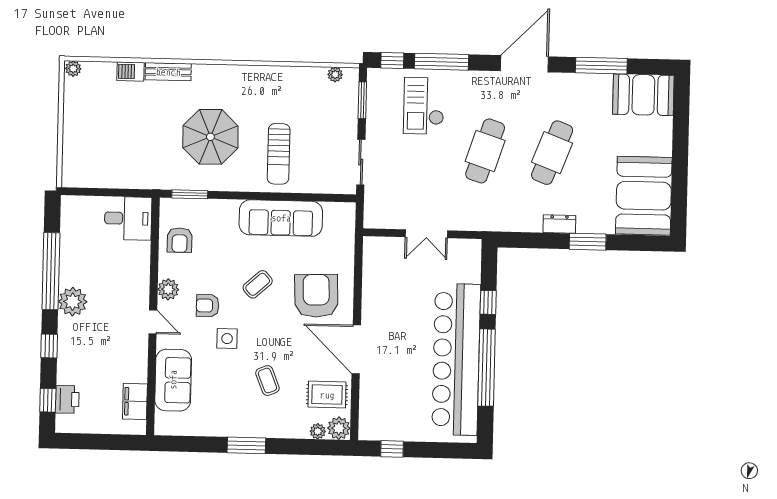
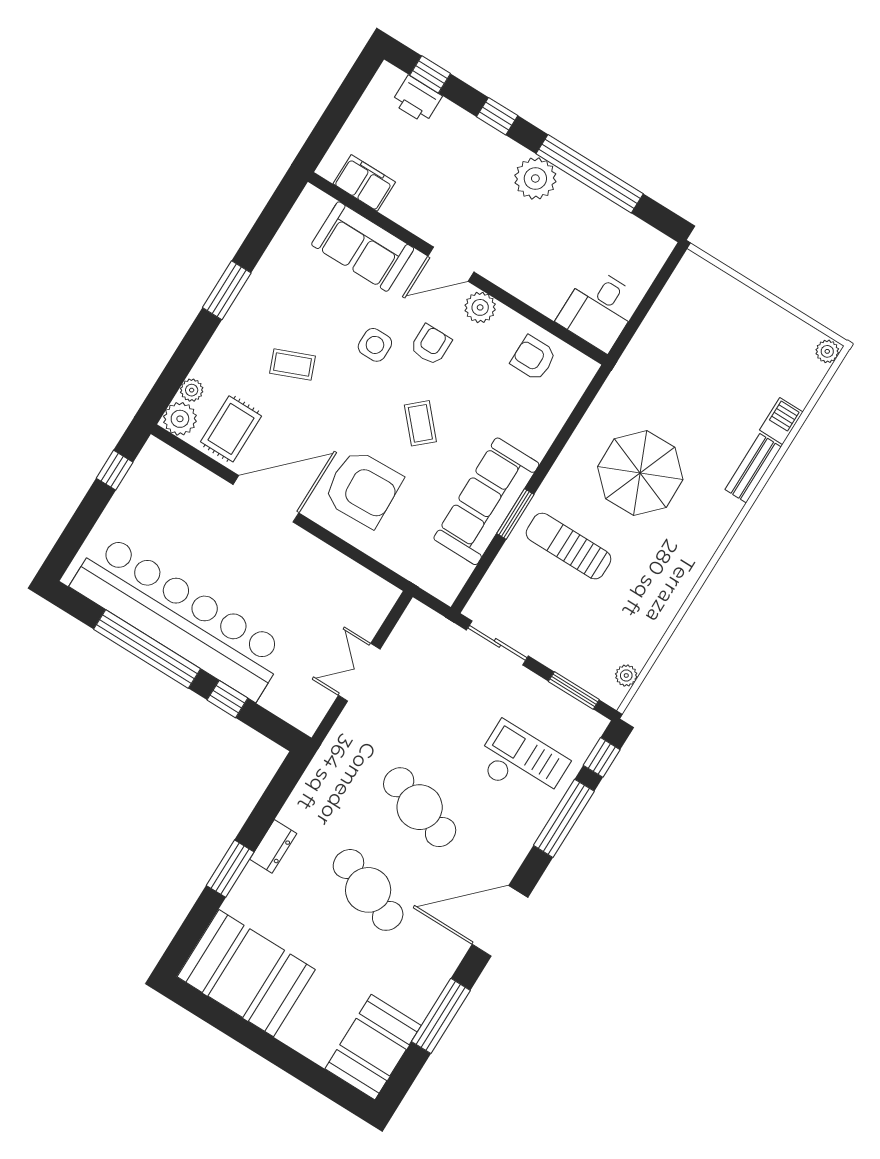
door: (524, 64) -> (500, 921), swing flipped
window: (190, 194) -> (515, 514), moved
door: (153, 322) -> (451, 264), width x1.38

